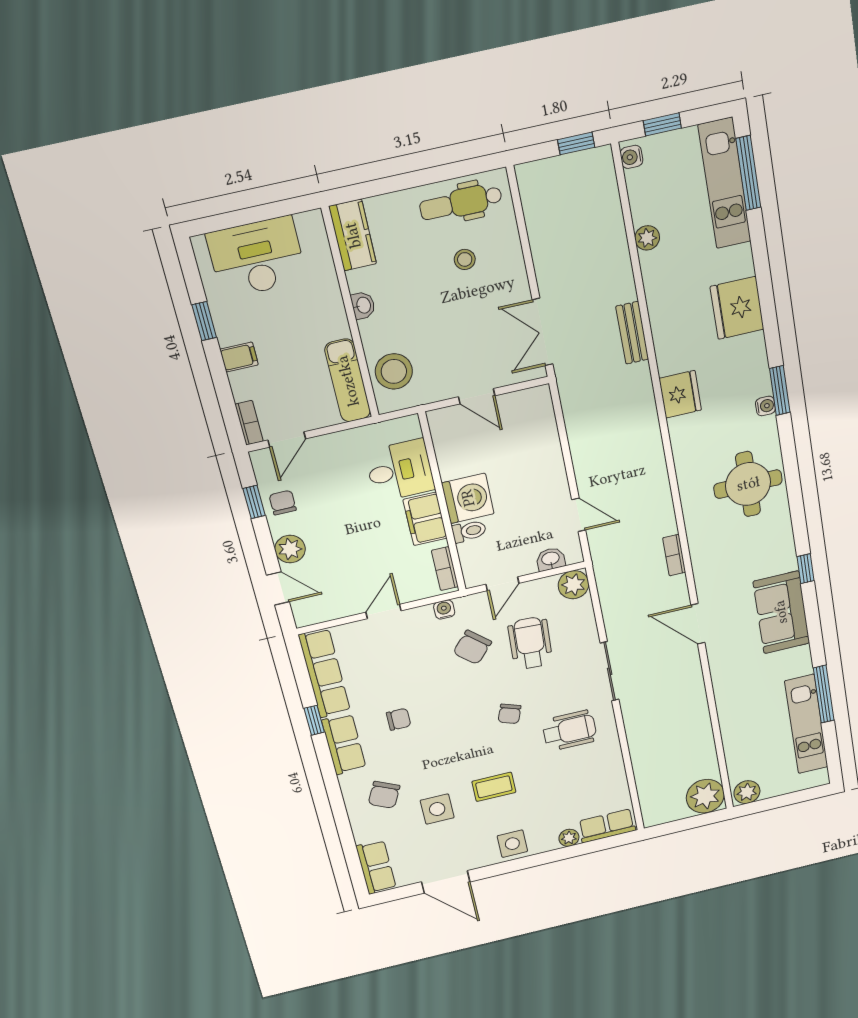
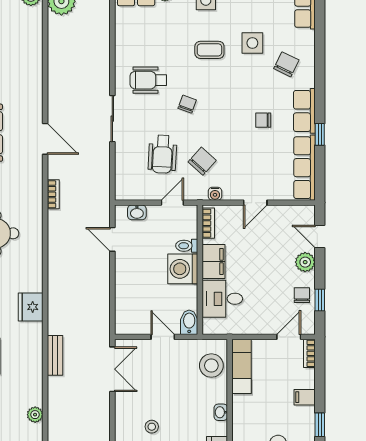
bidet: (442, 426) -> (189, 322), added
chair: (283, 503) -> (302, 295), turned 180
plant: (574, 585) -> (125, 190), removed

